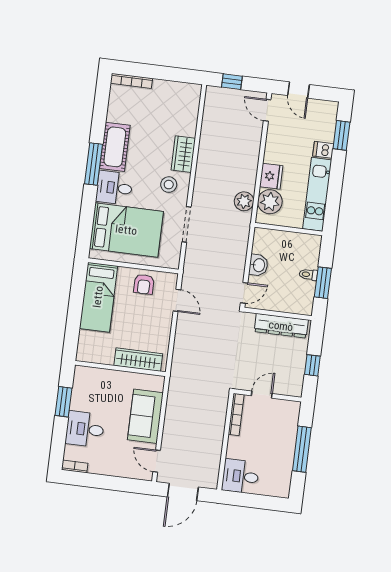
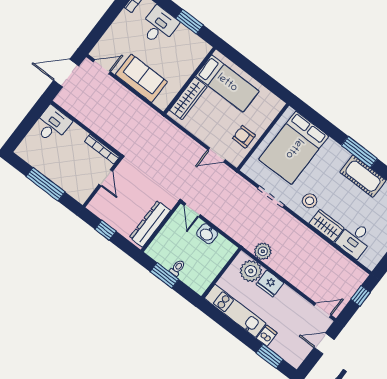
desk: (114, 188) -> (355, 240), moved, turned 180
bed: (98, 297) -> (227, 83), moved, turned 180
door: (183, 492) -> (66, 73), hinge flipped

